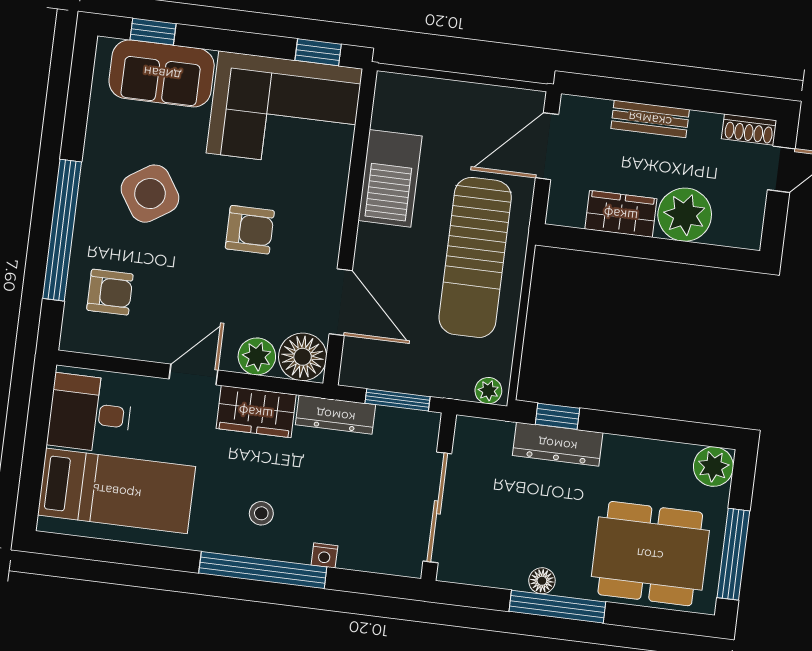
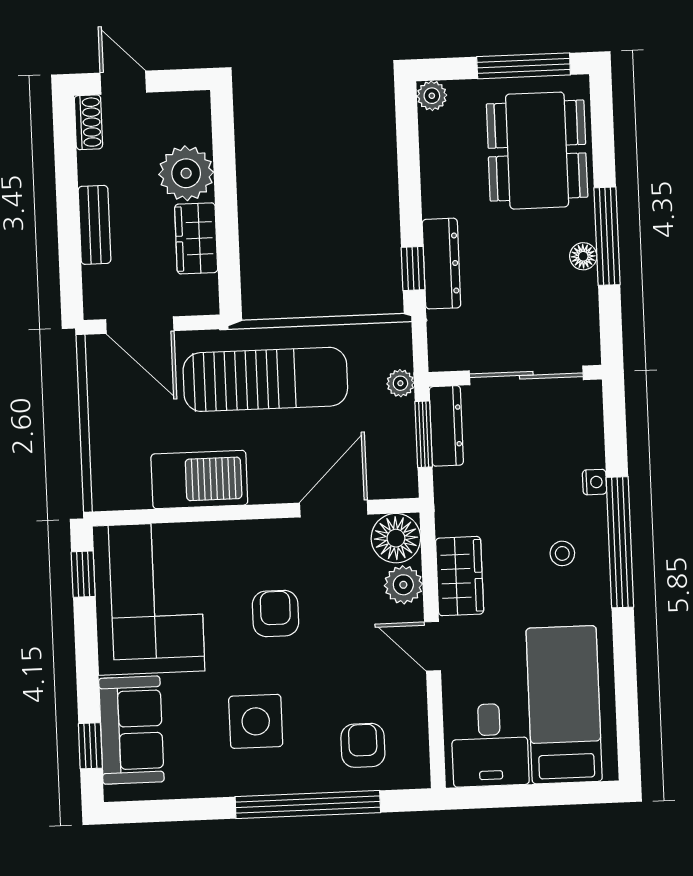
side table: (150, 194) -> (256, 721), turned 33
plant: (488, 391) -> (400, 383), moved
dresser: (336, 415) -> (446, 426), moved
plant: (713, 467) -> (432, 96), width x0.73, depth x0.73

